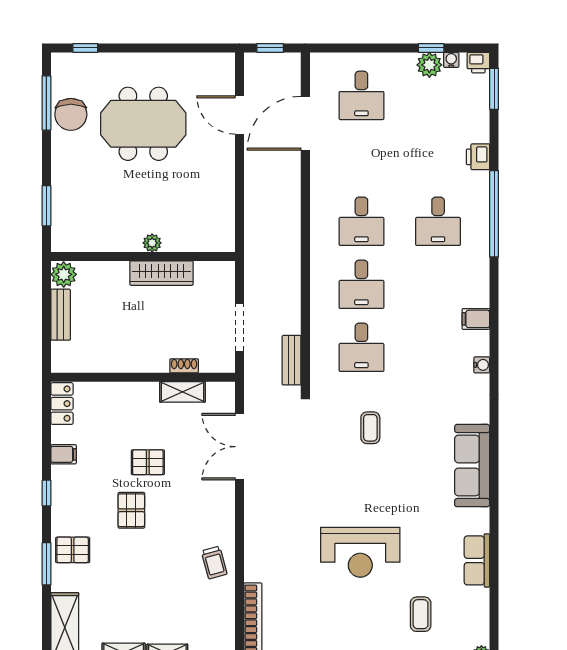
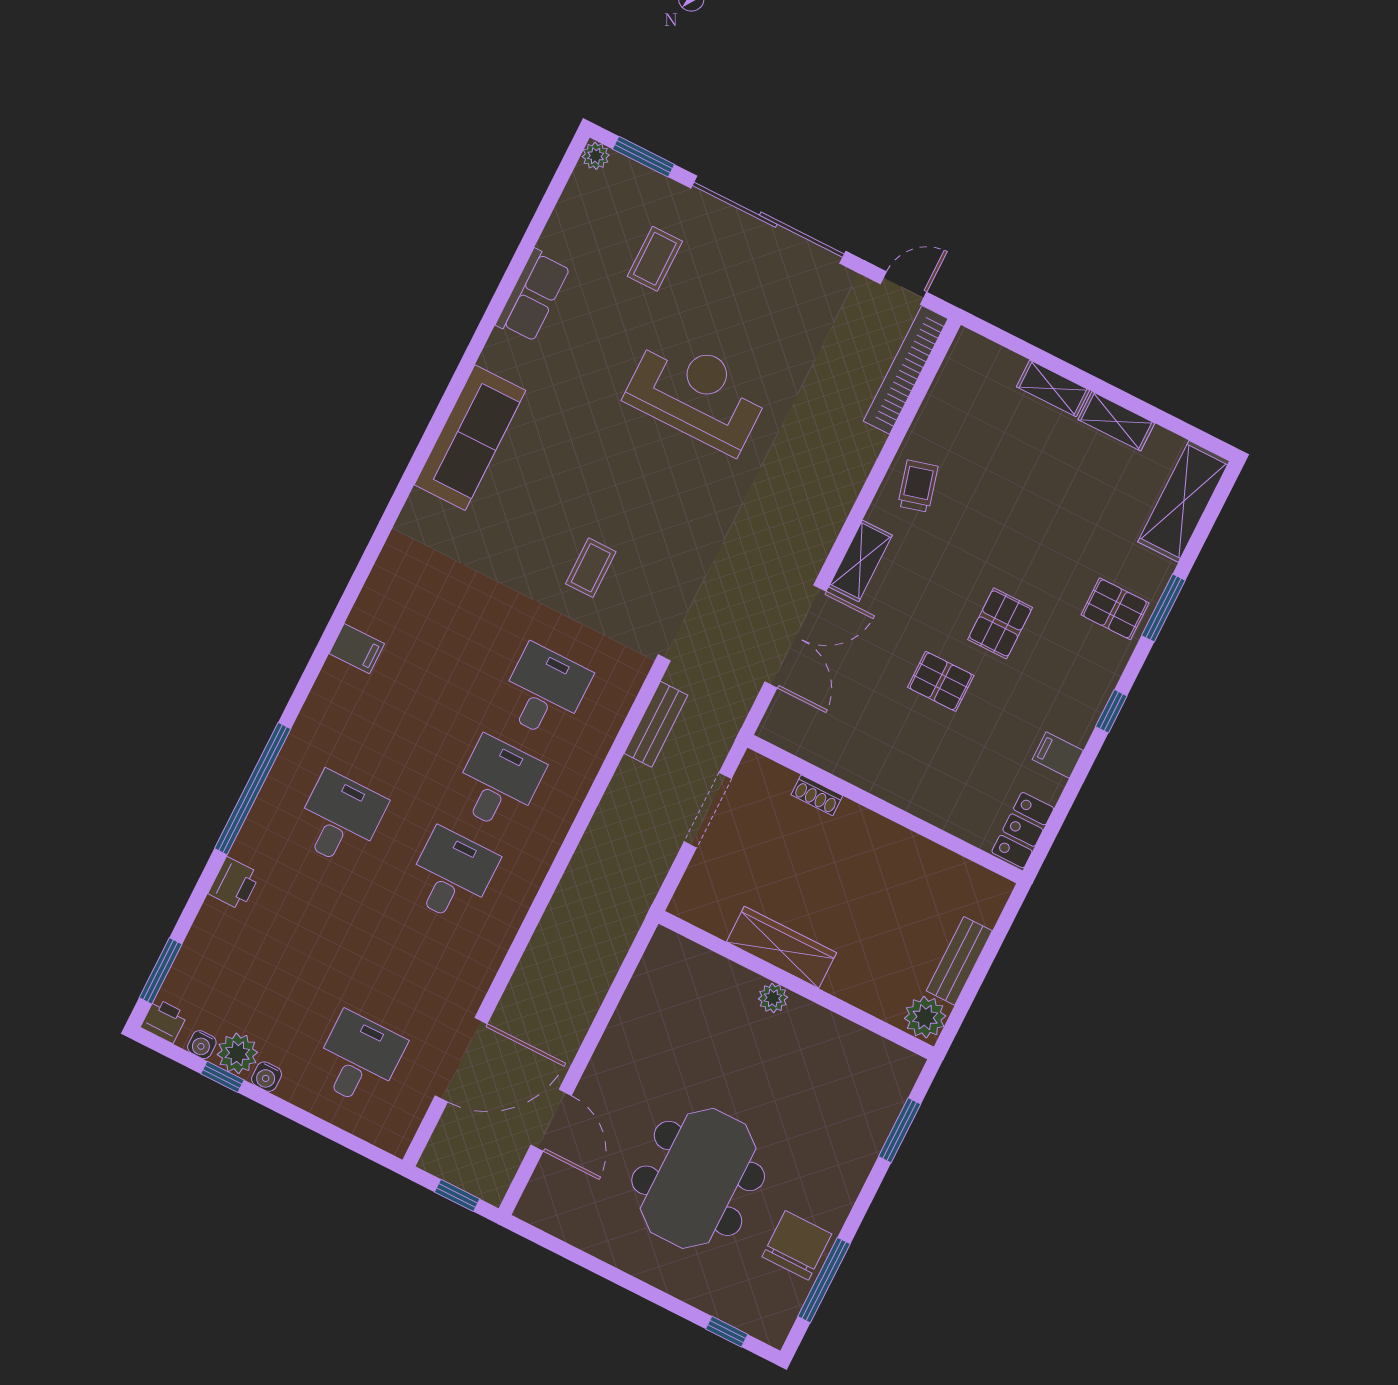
meeting table: (143, 124) -> (698, 1178), turned 90
water cooler: (482, 365) -> (267, 1077), moved, turned -90
shelving: (183, 392) -> (861, 561), moved, turned 90

